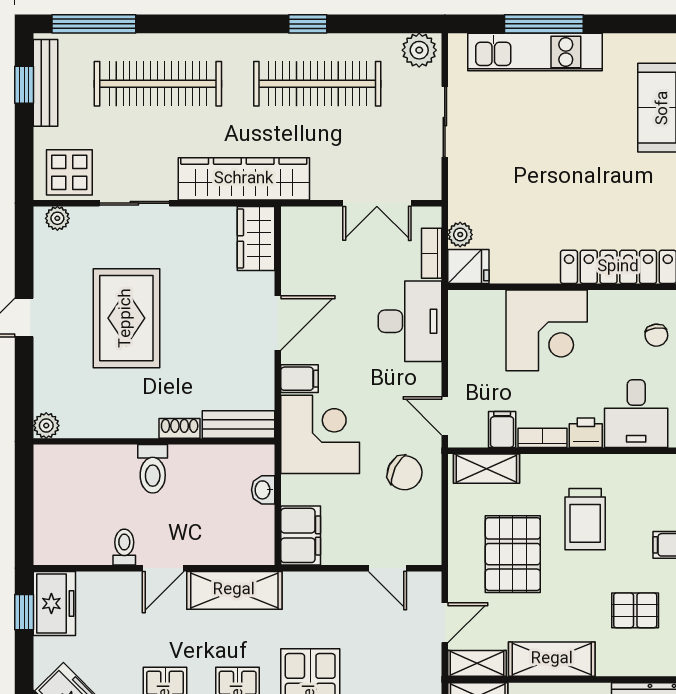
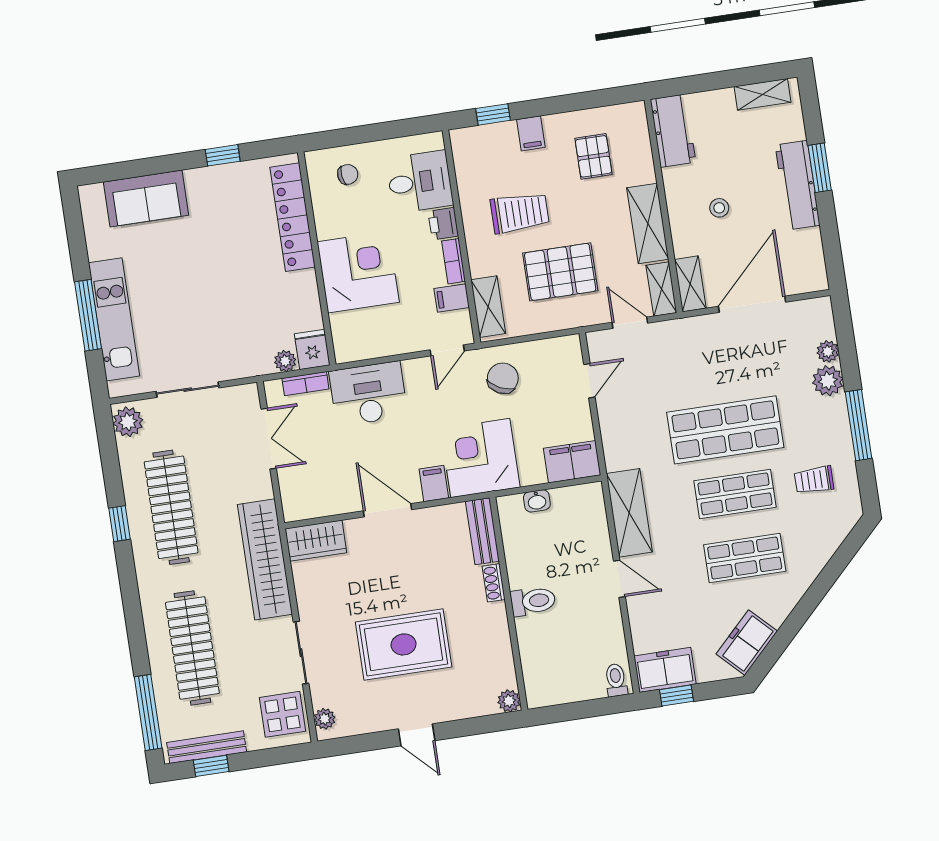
toilet: (124, 547) -> (616, 680), moved, turned 90

